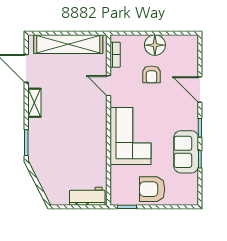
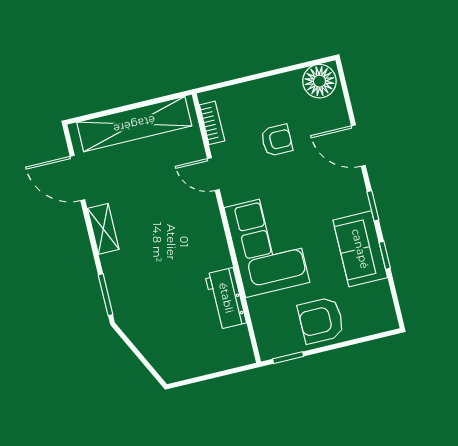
floor lamp: (155, 45) -> (319, 81), moved
armchair: (151, 74) -> (277, 140), turned -90
workbench: (87, 196) -> (226, 298), moved, turned -90

